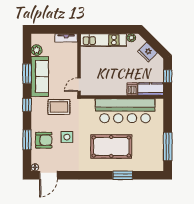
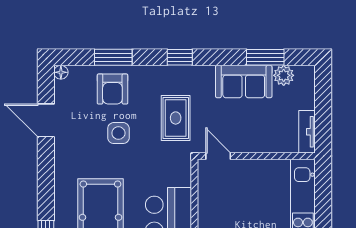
window: (27, 74) -> (265, 57), moved
sofa: (40, 76) -> (244, 82), width x0.73
door: (48, 175) -> (46, 120), moved

